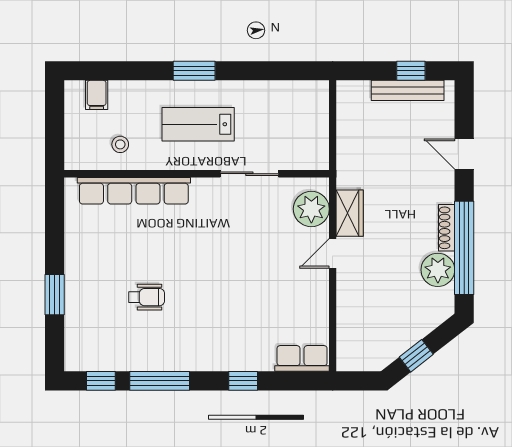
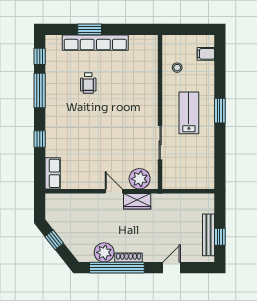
row of seats: (134, 191) -> (95, 43), moved, turned -90

